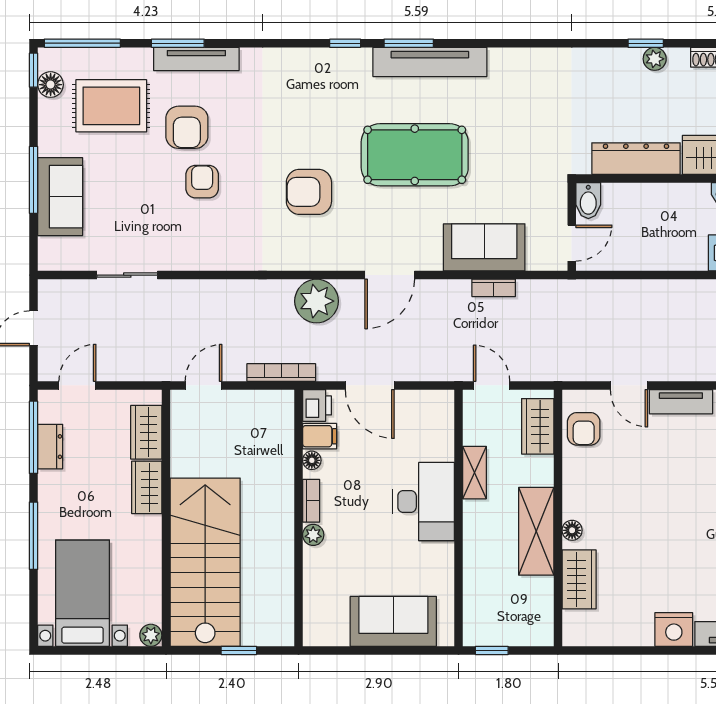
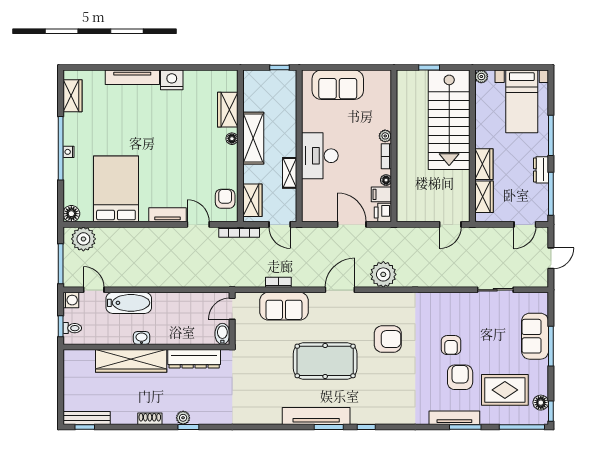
bookcase: (281, 373) -> (239, 232), moved
dresser: (50, 447) -> (541, 170), moved

